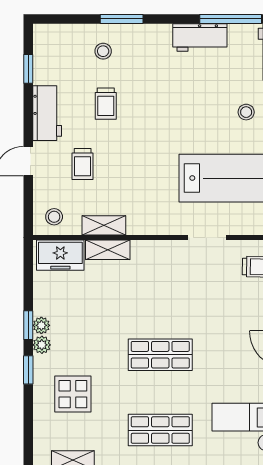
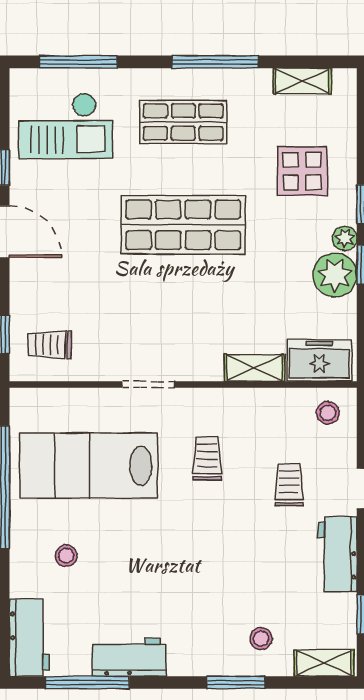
trolley: (106, 104) -> (207, 458), moved
shelving: (104, 225) -> (324, 663), moved
doorway: (207, 237) -> (148, 385), moved
plant: (41, 325) -> (335, 275), width x1.87, depth x1.87
shop shelf: (160, 355) -> (183, 225), width x1.43, depth x1.36

